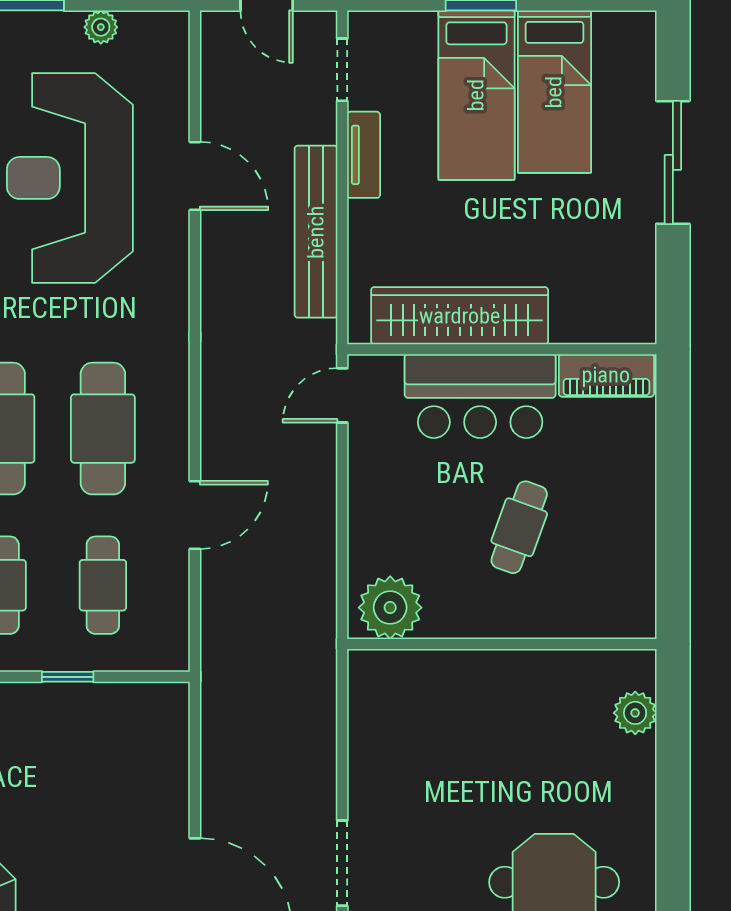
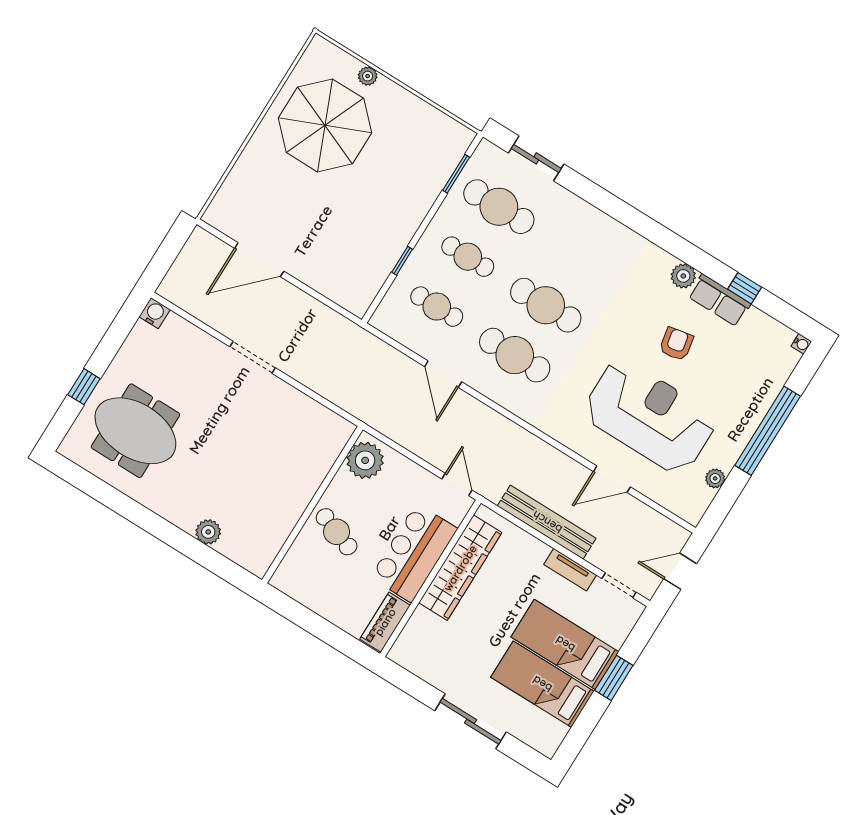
plant: (390, 608) -> (365, 460), moved
wall: (502, 644) -> (312, 505), moved
doorway: (342, 863) -> (253, 357), moved

